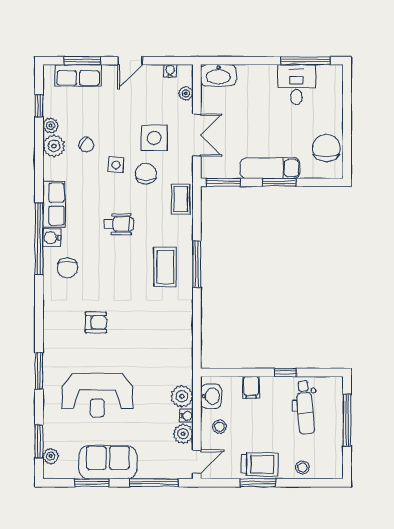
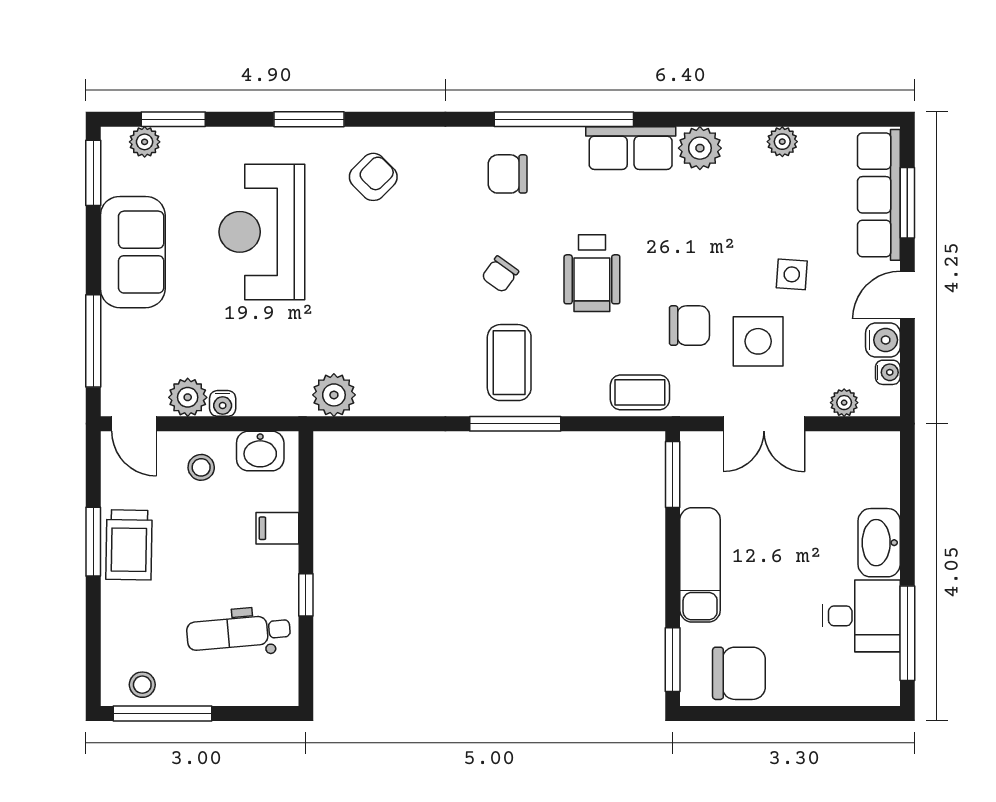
door: (130, 61) -> (907, 295), hinge flipped
row of seats: (78, 75) -> (879, 195), width x1.48
washbasin: (218, 75) -> (879, 543), moved
window: (39, 106) -> (820, 119), removed
chair: (86, 145) -> (500, 274), moved
plant: (54, 146) -> (700, 148), moved
side table: (116, 165) -> (792, 274), moved
window: (279, 182) -> (673, 660), moved
wheelchair: (119, 224) -> (592, 273), width x1.36, depth x1.37
water cooler: (52, 238) -> (883, 340), moved, turned 90
coffee table: (165, 267) -> (509, 363), turned 90
armchair: (96, 322) -> (373, 177), moved, turned -135
plant: (182, 396) -> (334, 395), moved
window: (347, 420) -> (162, 713), moved
stool: (302, 467) -> (142, 685), moved
window: (92, 483) -> (93, 173), moved

